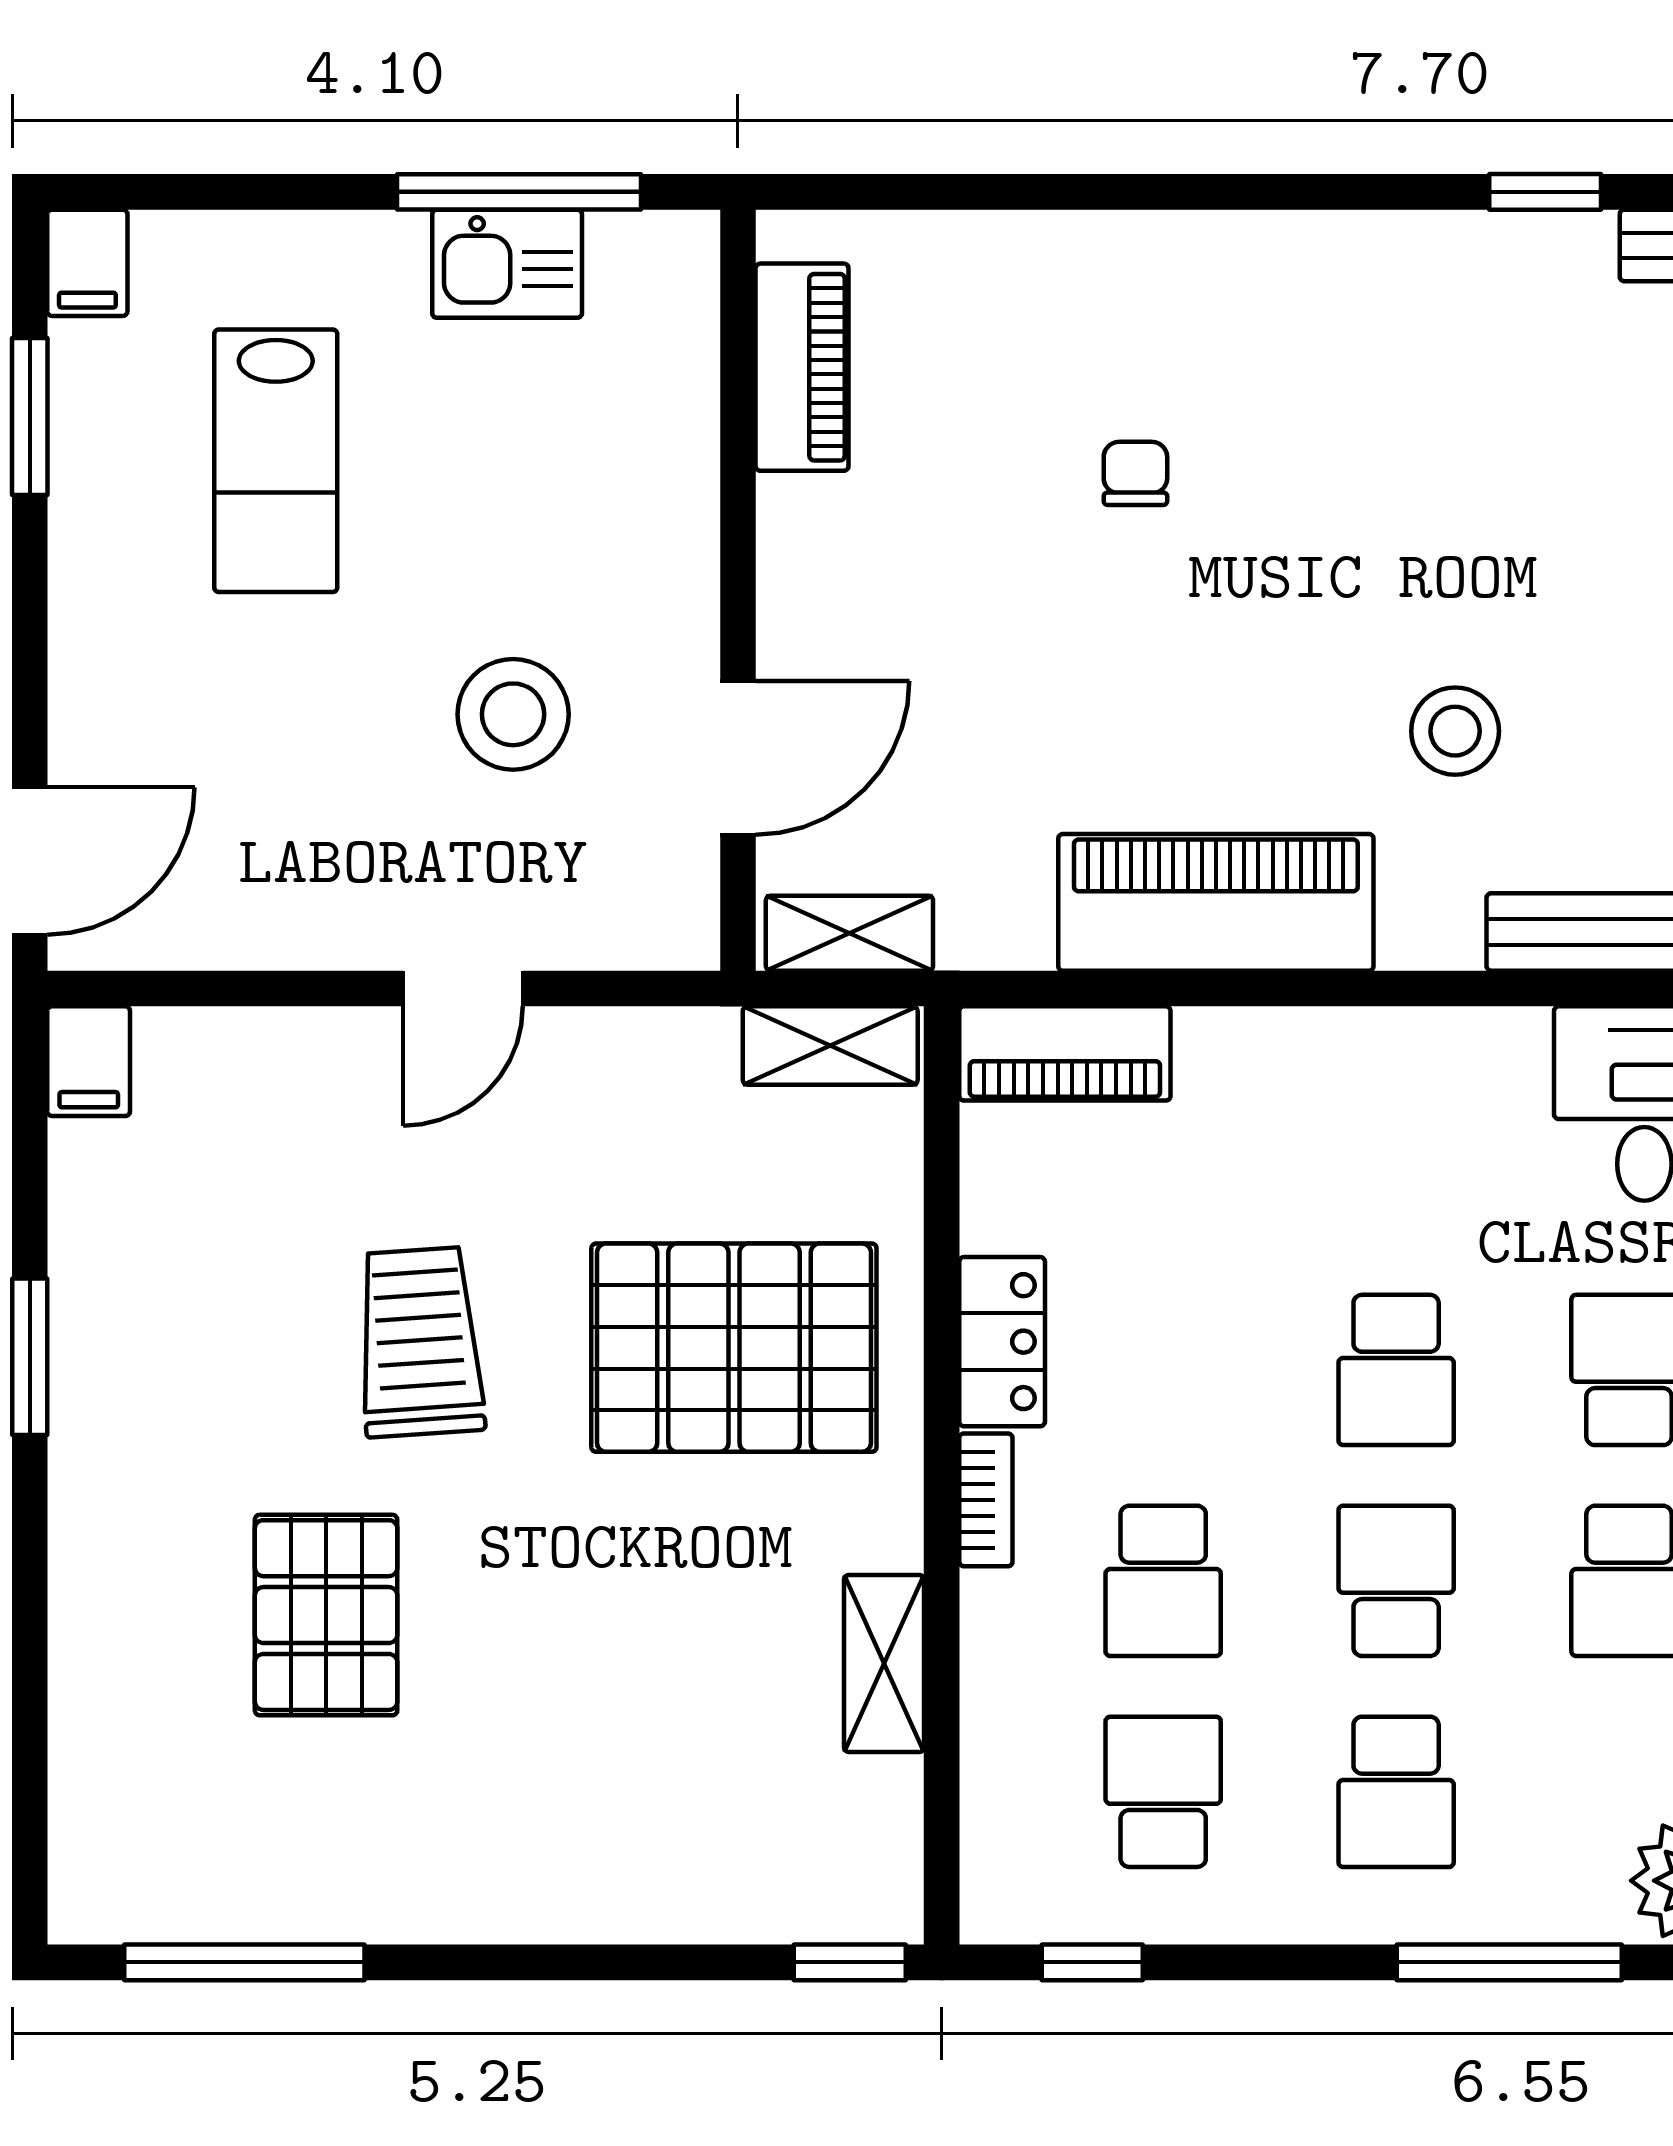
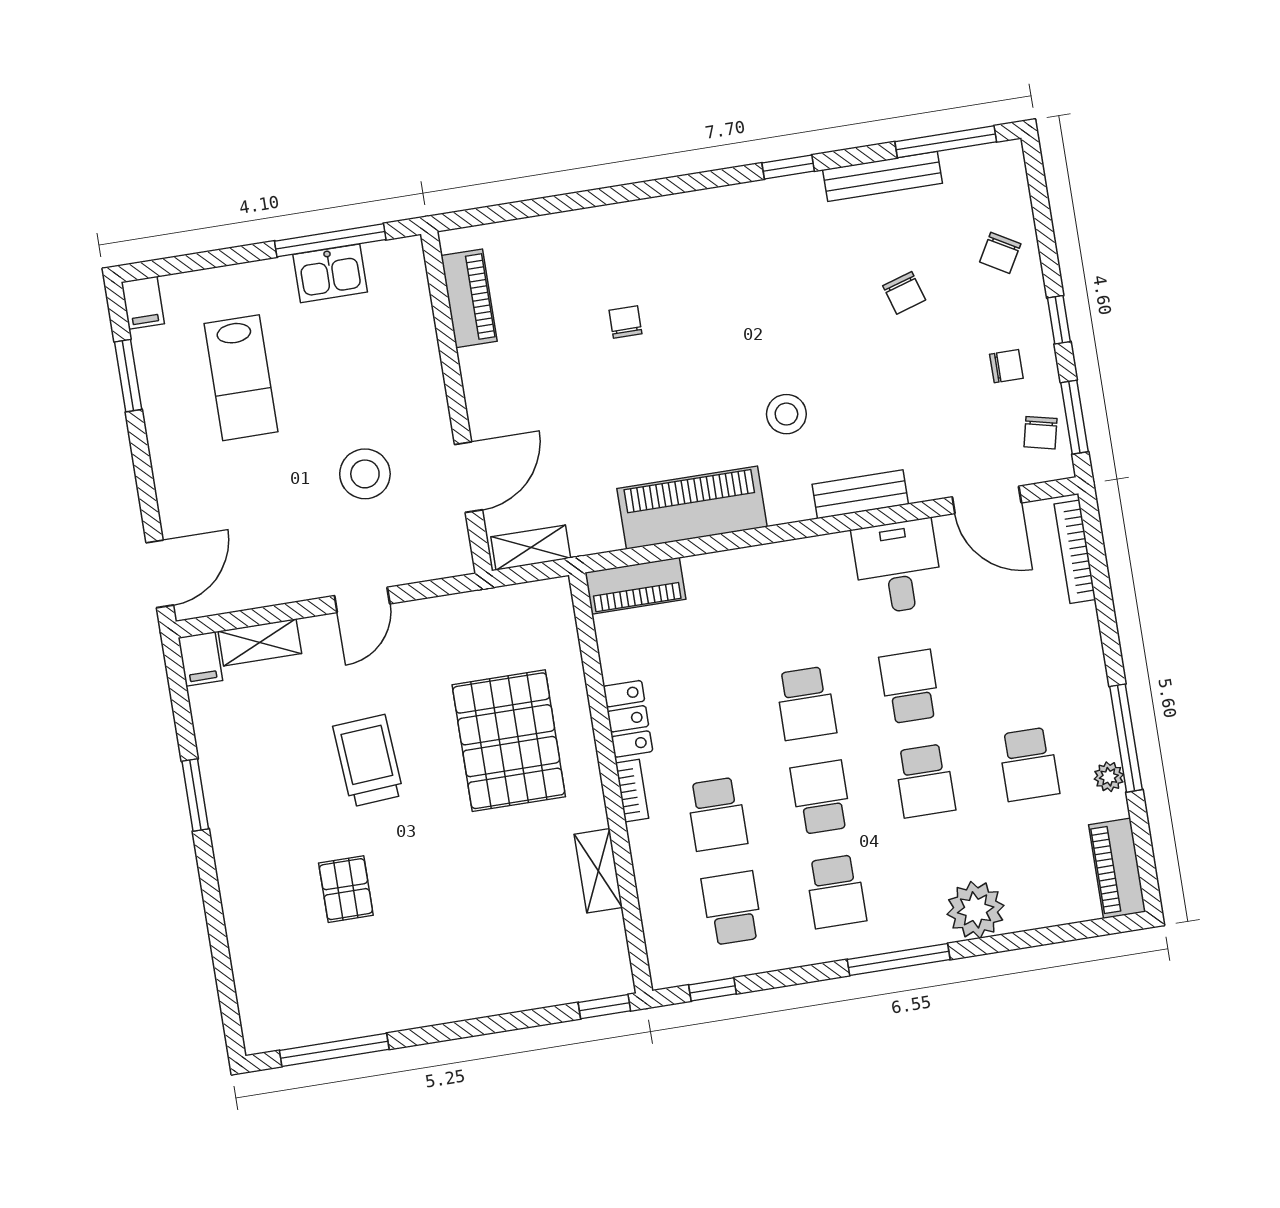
shelving: (830, 1046) -> (260, 642), moved
pallet: (734, 1348) -> (509, 741), turned 90
pallet: (326, 1615) -> (346, 889), width x0.67, depth x0.71

